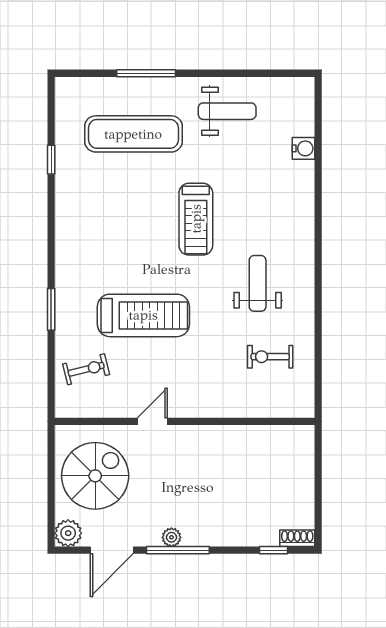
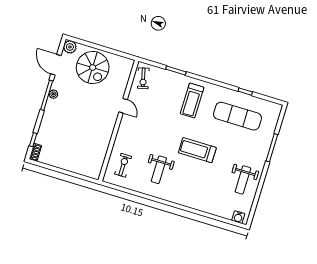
exercise mat: (133, 134) -> (238, 116), moved, turned 90
water cooler: (304, 148) -> (238, 217), moved
weight bench: (258, 283) -> (159, 170), turned 90
treadmill: (143, 315) -> (192, 101), moved, width x0.73, depth x0.73
door: (152, 421) -> (123, 106), moved
wall: (185, 421) -> (118, 121), moved

